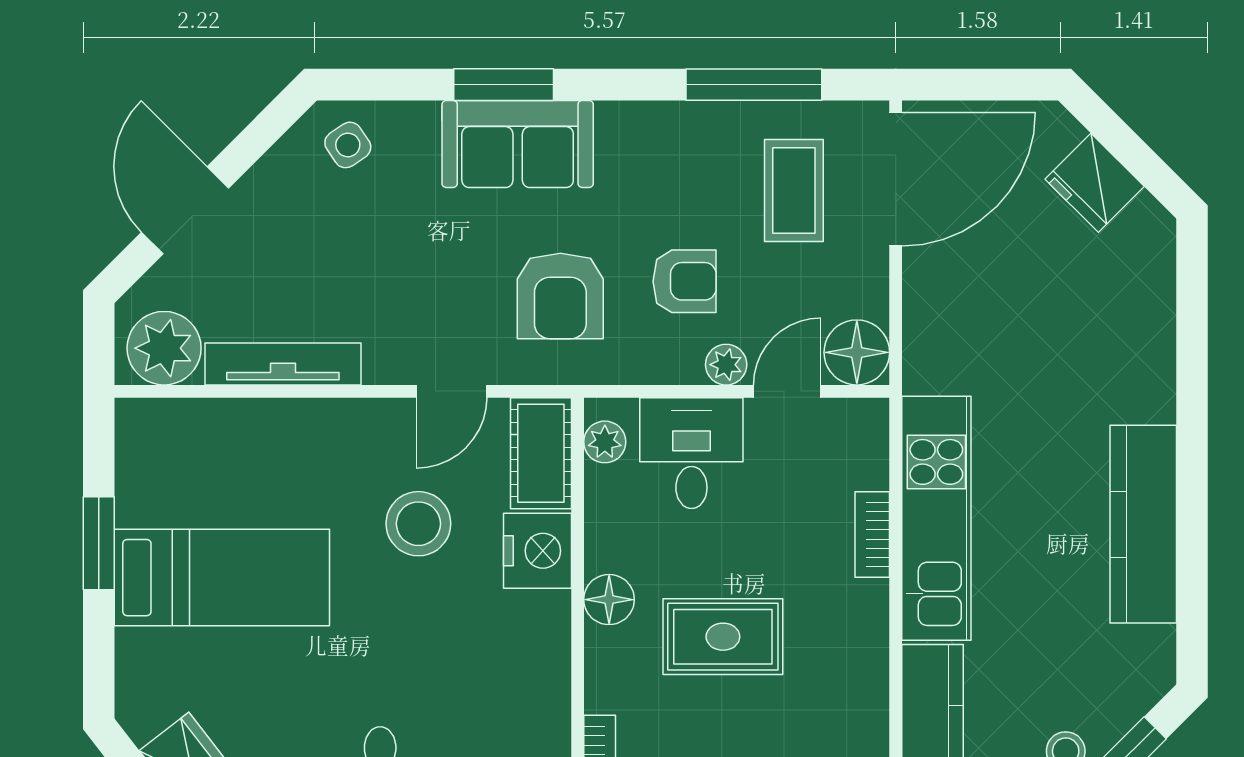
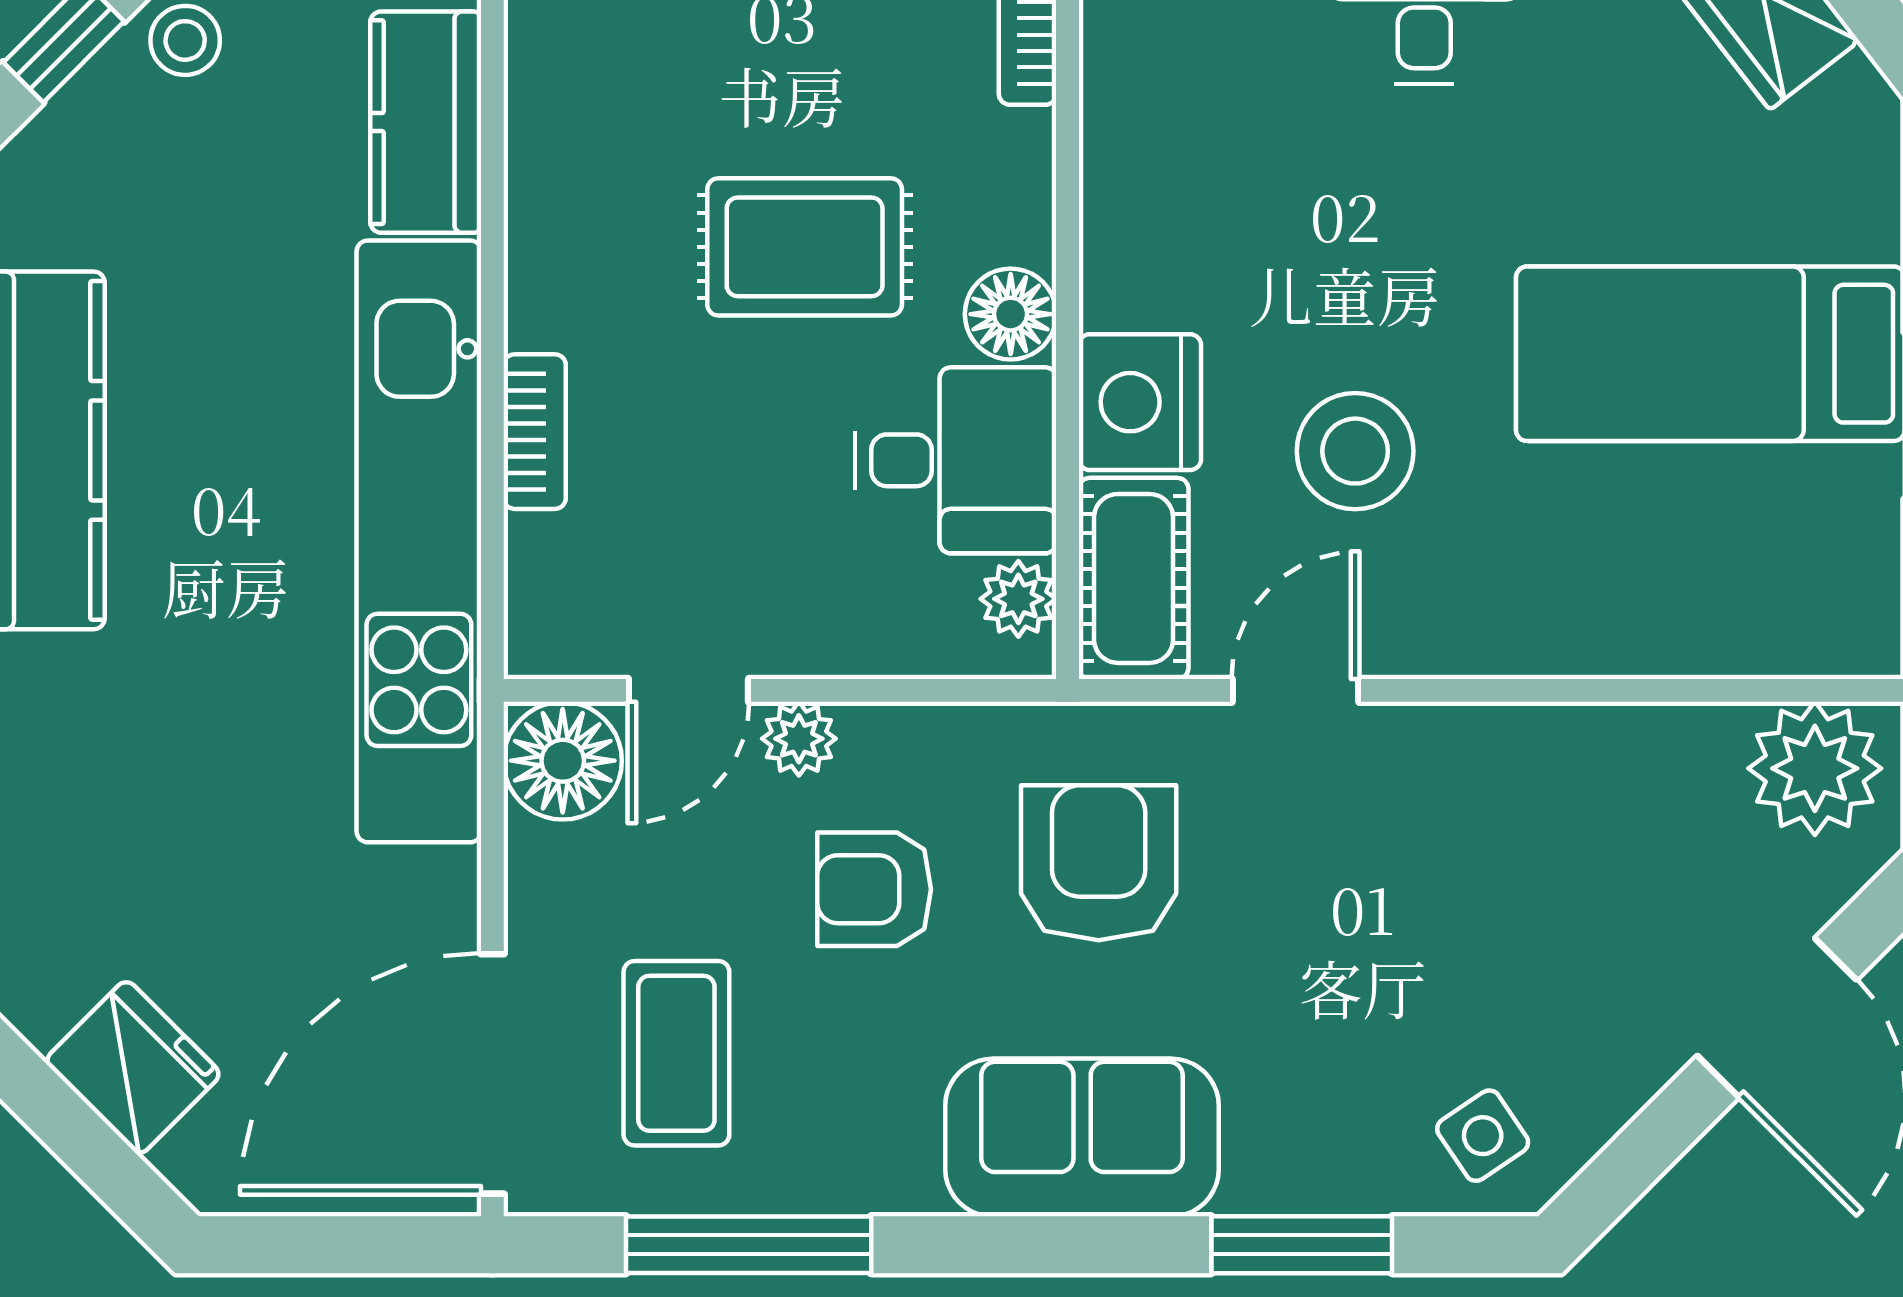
window: (504, 85) -> (1302, 1245), moved
sofa: (518, 144) -> (1082, 1137), moved
tv unit: (283, 364) -> (1600, 740), removed
desk: (691, 453) -> (956, 460), moved, turned -90
kitchen unit: (936, 518) -> (419, 541), width x1.36

